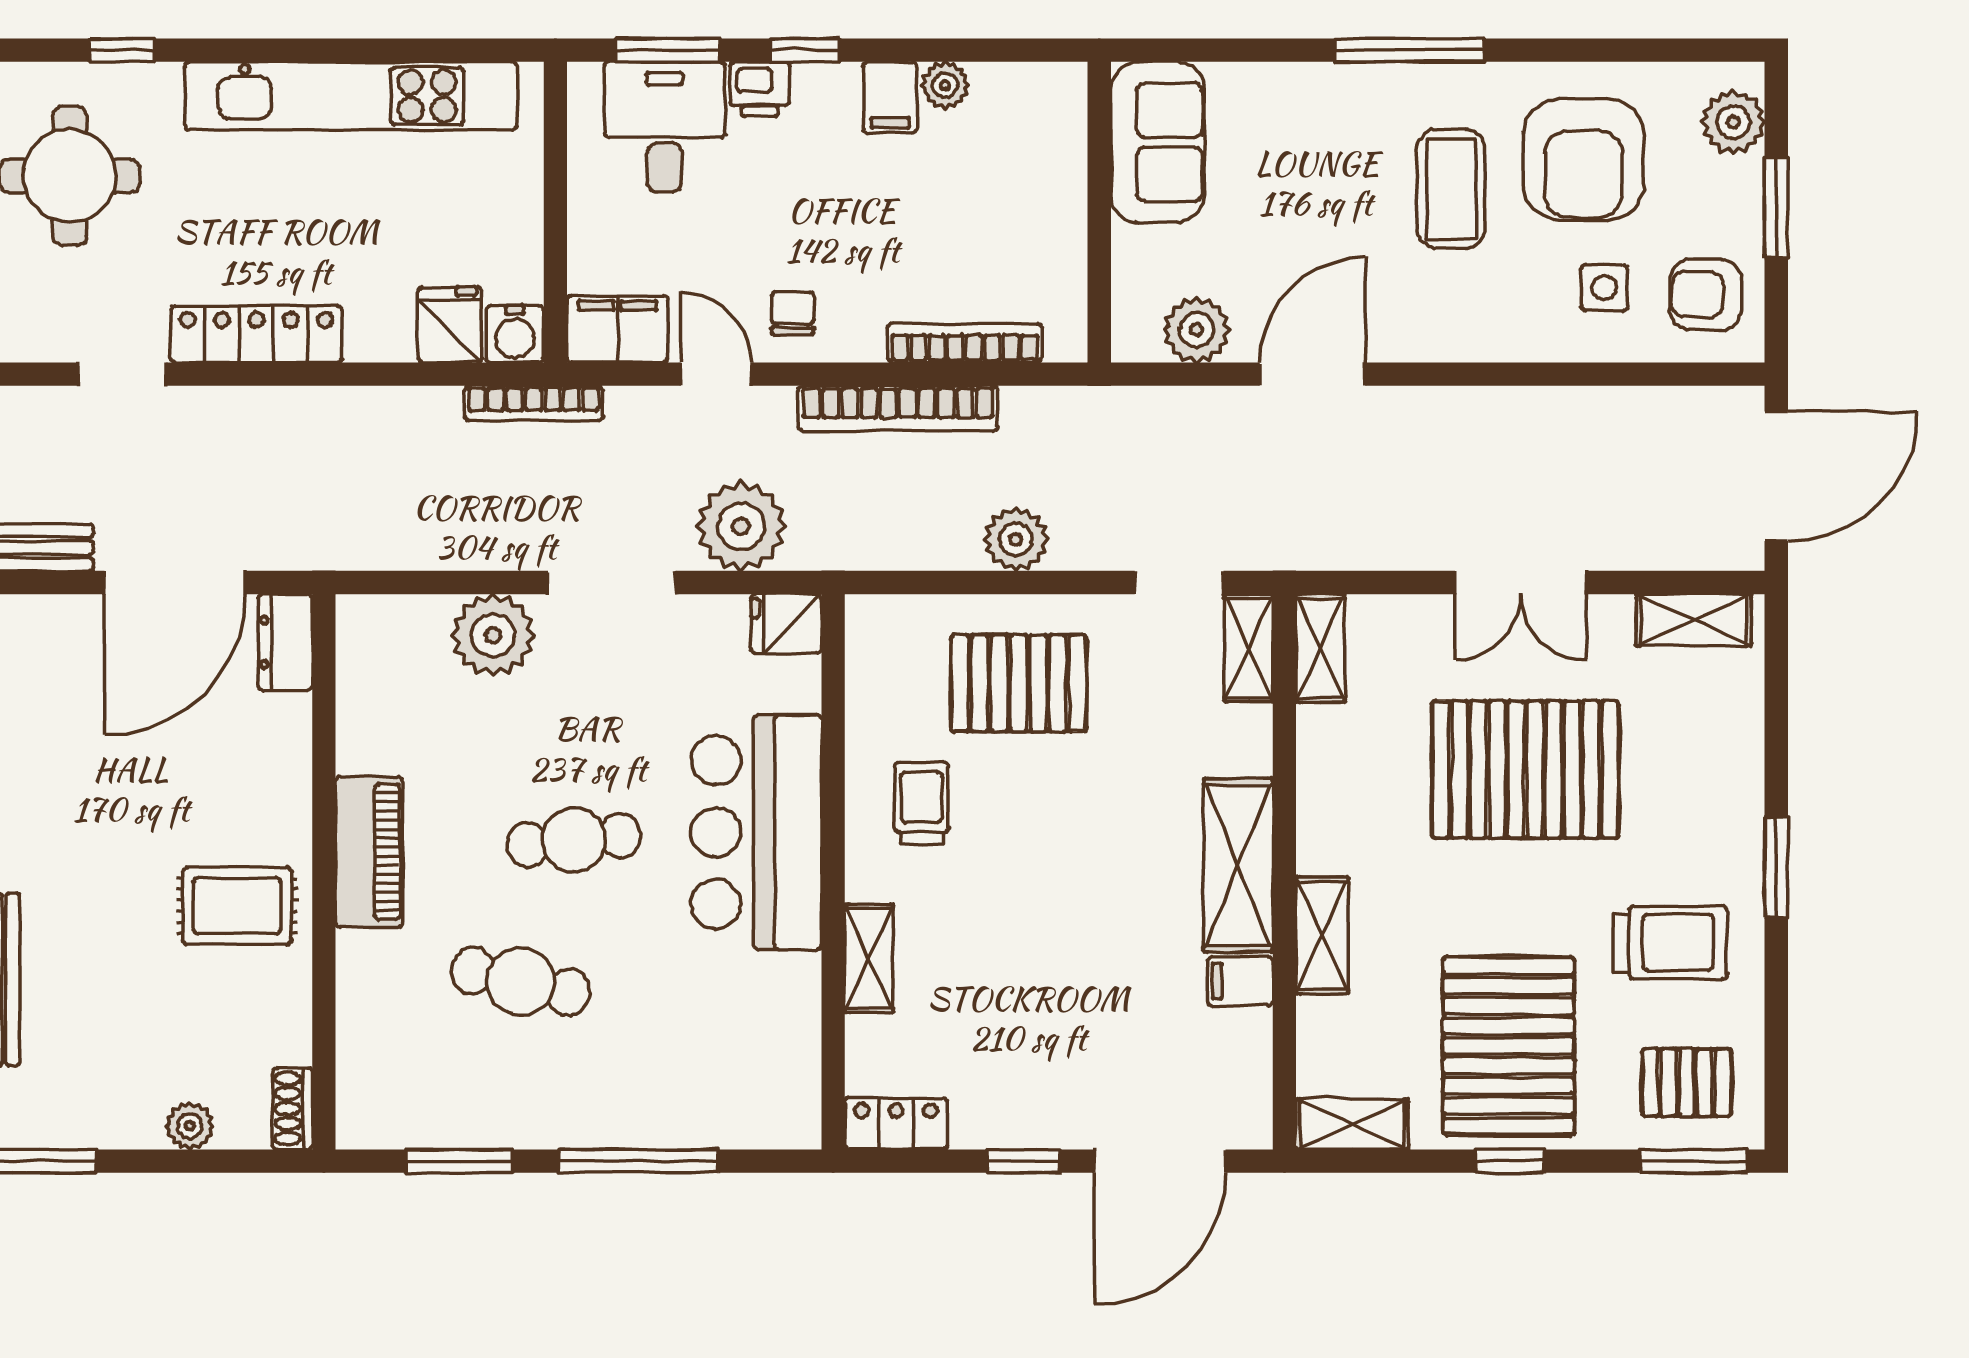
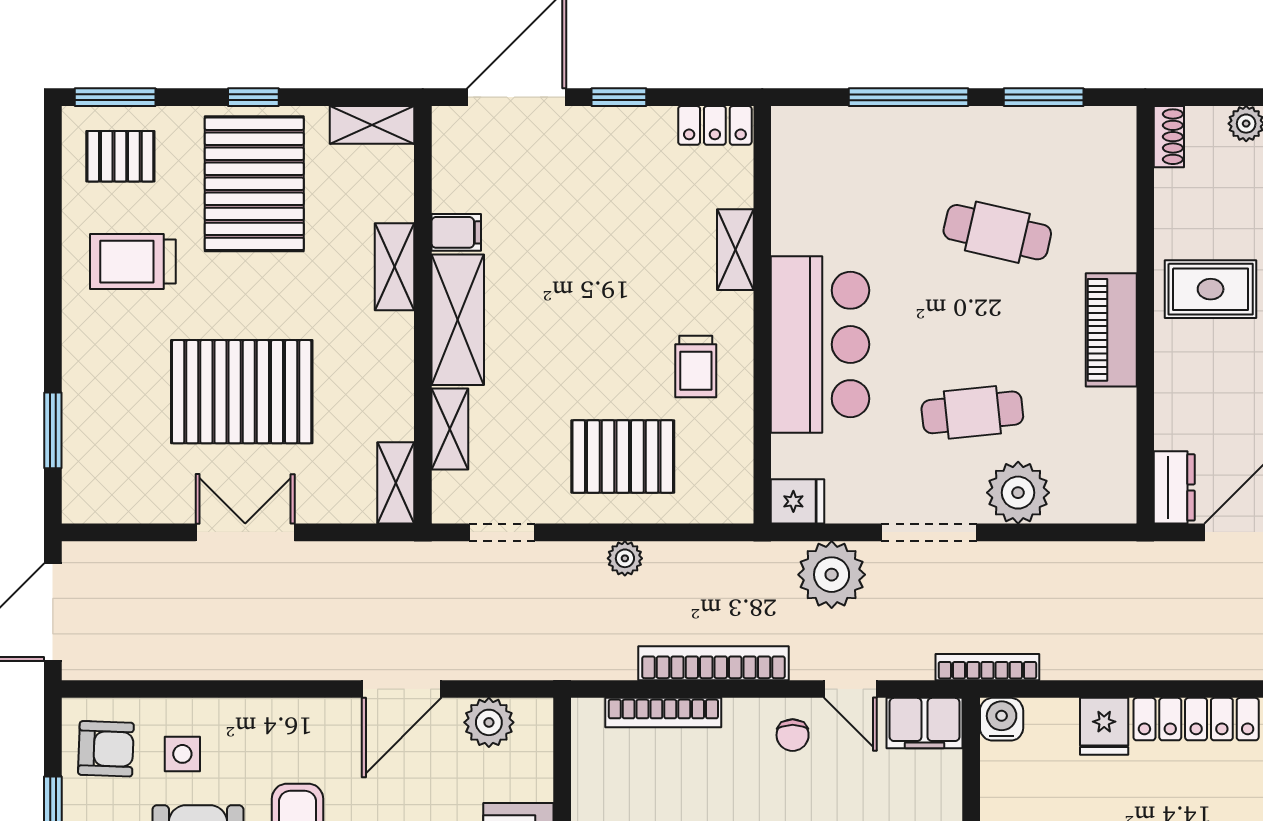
fridge: (450, 325) -> (1104, 726), moved
plant: (1016, 539) -> (625, 558), width x0.73, depth x0.73
shelving: (1694, 620) -> (115, 504), removed
shelving: (1249, 648) -> (450, 429), moved
cafe table: (574, 840) -> (972, 412), moved
window: (1776, 867) -> (53, 430), moved

